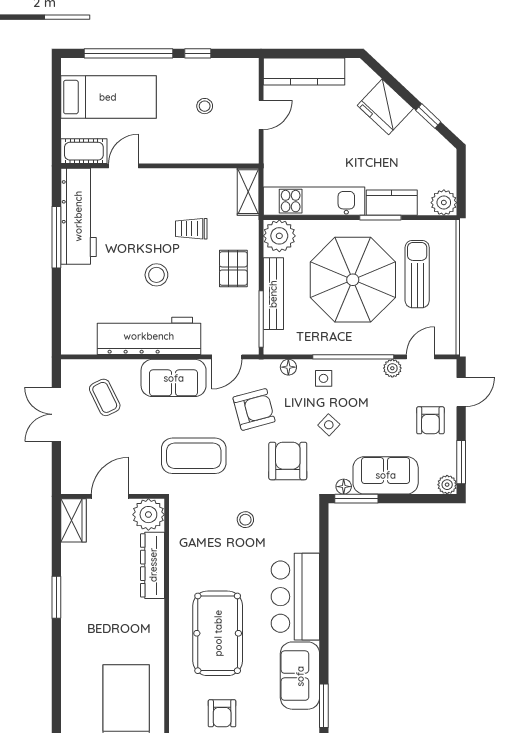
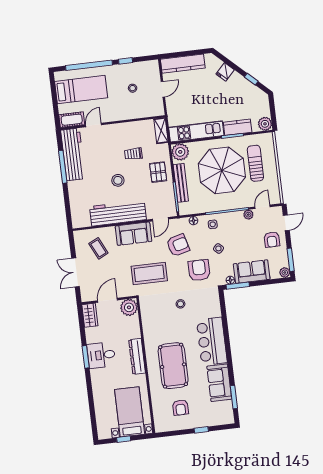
fridge: (385, 107) -> (225, 72), width x0.53, depth x0.75
double door: (56, 414) -> (75, 272), moved
dresser: (153, 565) -> (137, 356), moved
desk: (86, 597) -> (101, 355), added

